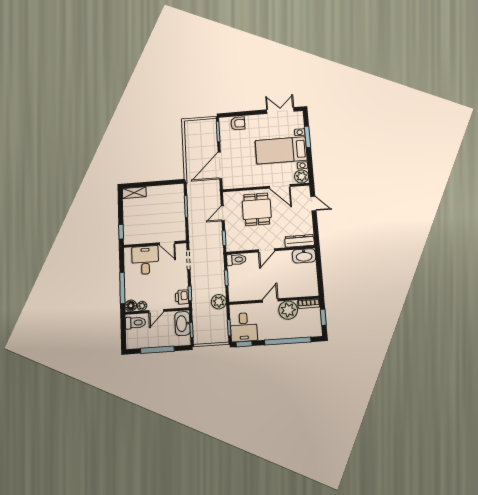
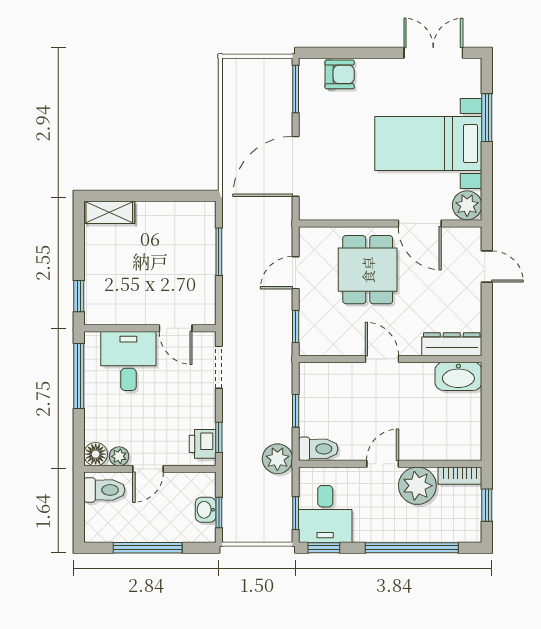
door: (266, 250) -> (382, 359), swing flipped
toilet: (236, 260) -> (318, 449), moved
window: (122, 288) -> (79, 376), moved
washbasin: (182, 324) -> (206, 510), width x0.52, depth x0.69

